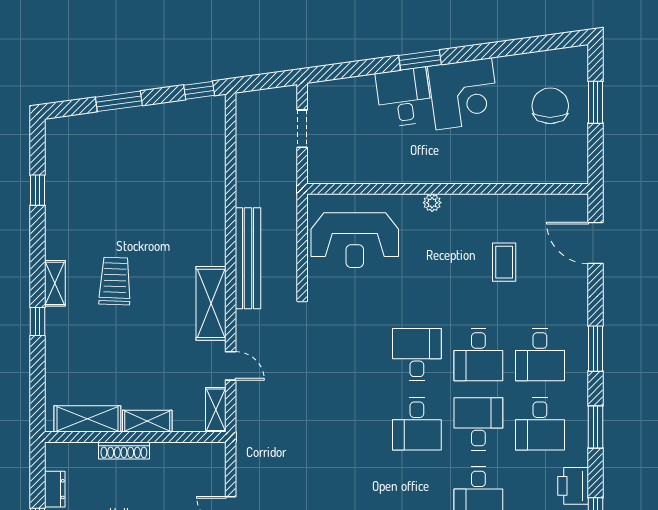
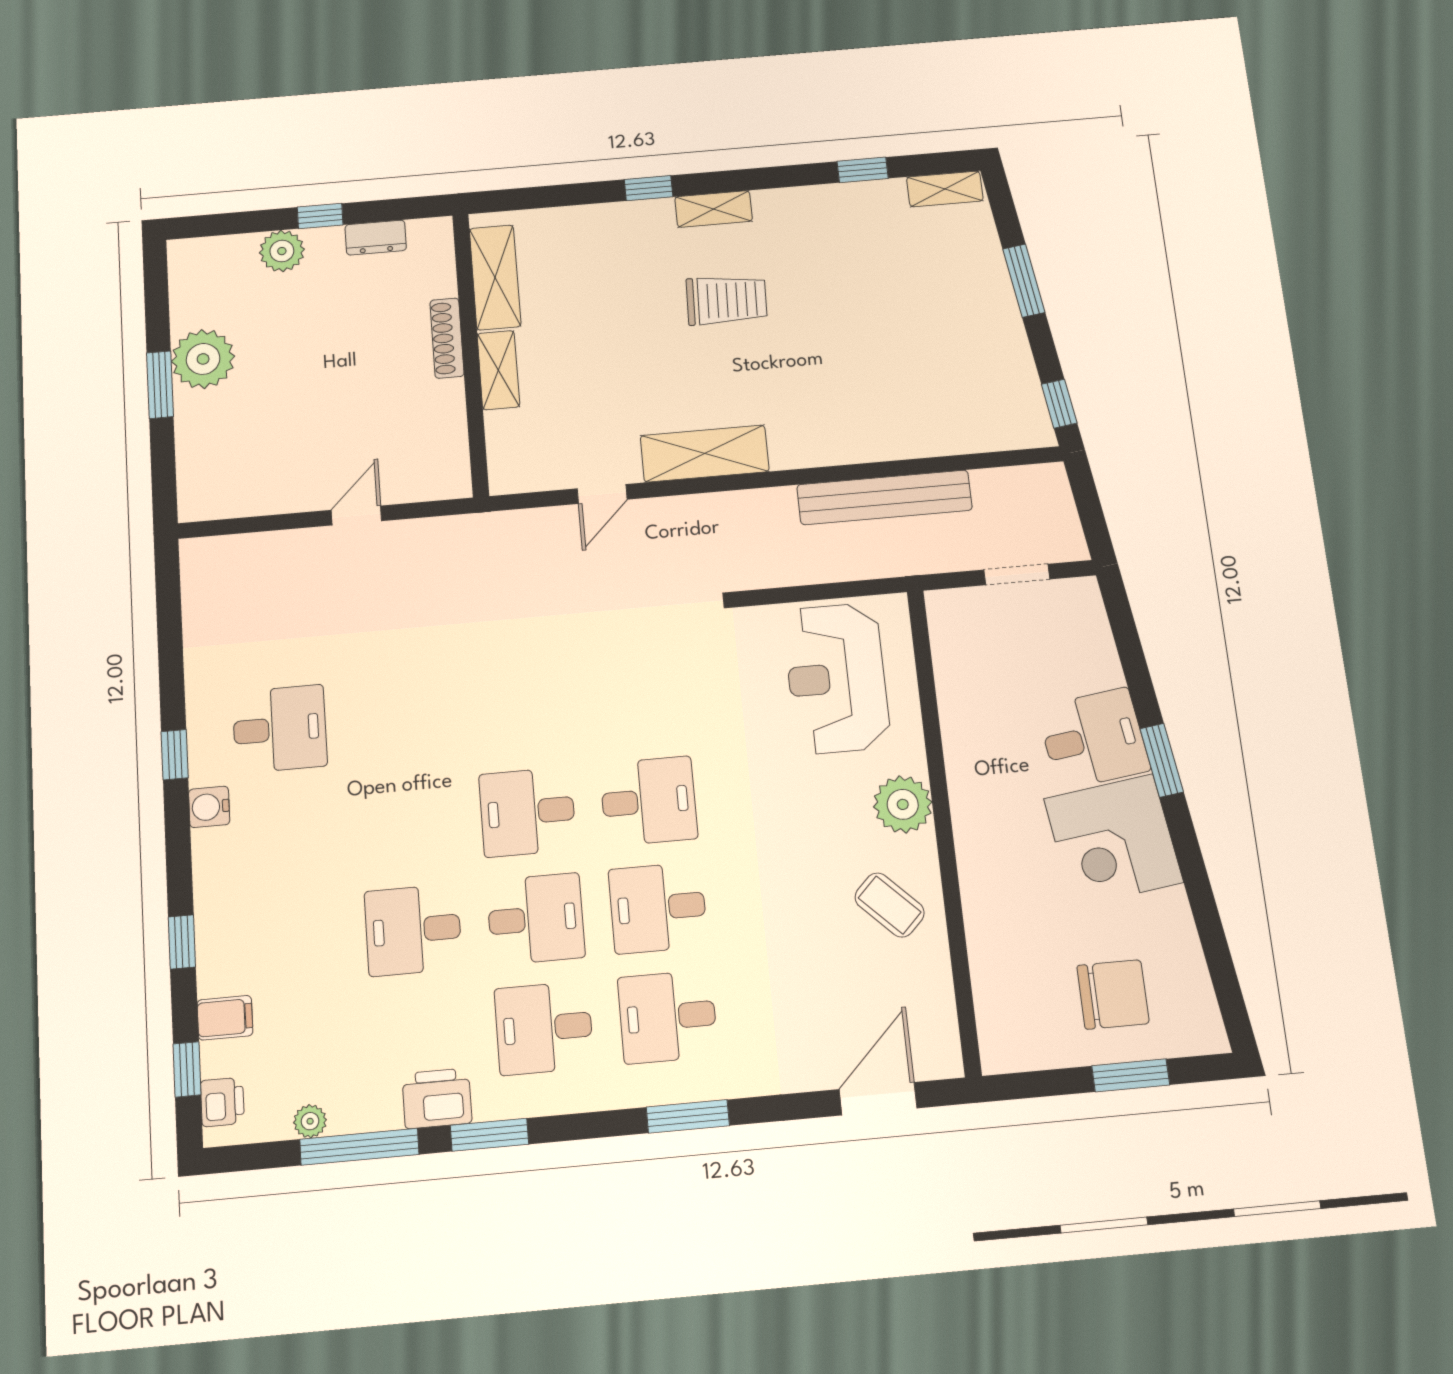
plant: (432, 203) -> (903, 804), width x1.87, depth x1.87
bench: (248, 258) -> (885, 497), moved
coffee table: (504, 262) -> (890, 905), moved, turned 45
shelving: (216, 410) -> (945, 189), moved
window: (595, 427) -> (489, 1135), moved

